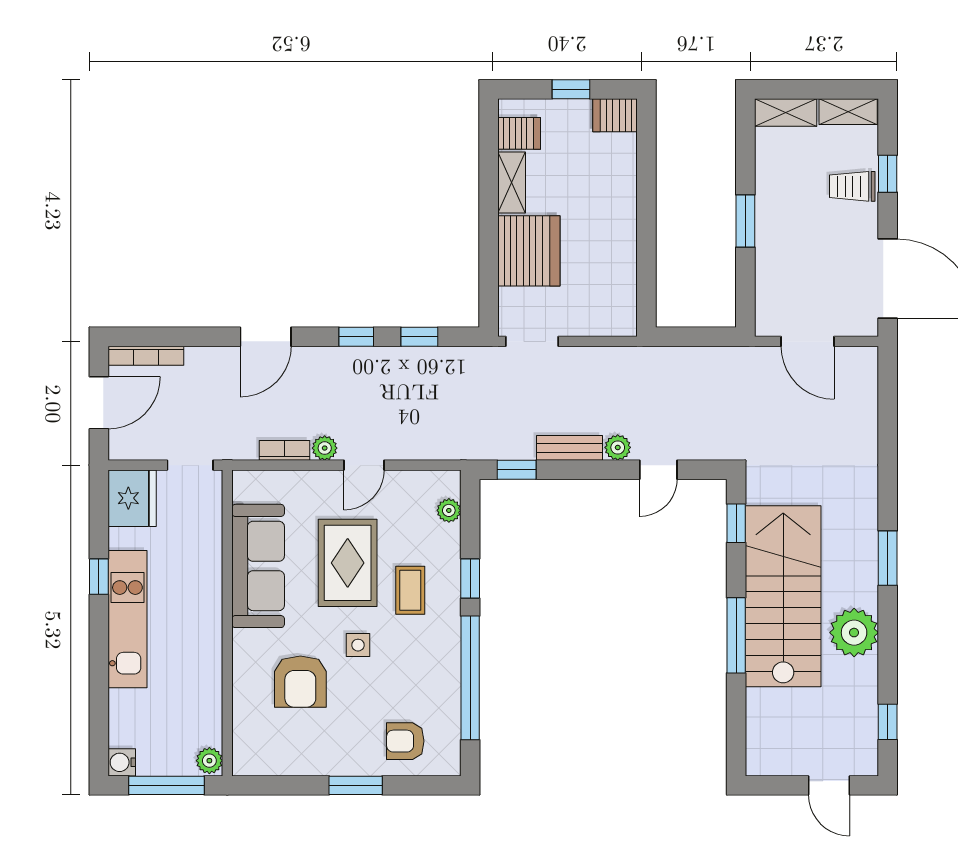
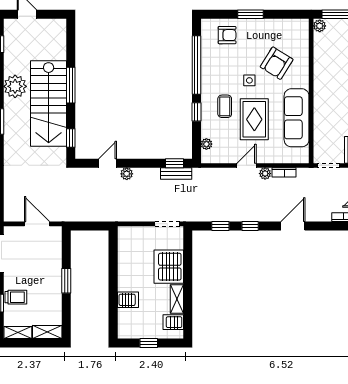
server rack: (615, 115) -> (128, 300), moved
bench: (569, 448) -> (176, 174), moved
armchair: (300, 682) -> (277, 63), turned -148

